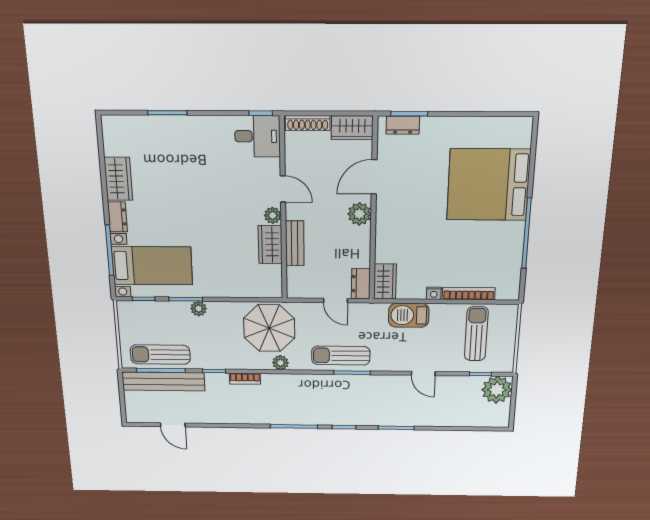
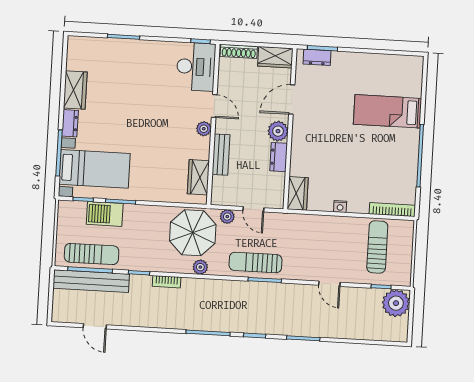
desk: (257, 136) -> (196, 67), width x1.37
bed: (488, 185) -> (387, 111), width x0.49
wardrobe: (270, 245) -> (198, 177), moved
dresser: (361, 284) -> (279, 157), moved
bookcase: (469, 294) -> (392, 210), moved
plant: (199, 309) -> (227, 217), moved
barbecue: (409, 315) -> (105, 214), moved
sun lounger: (160, 355) -> (92, 254), turned 180

